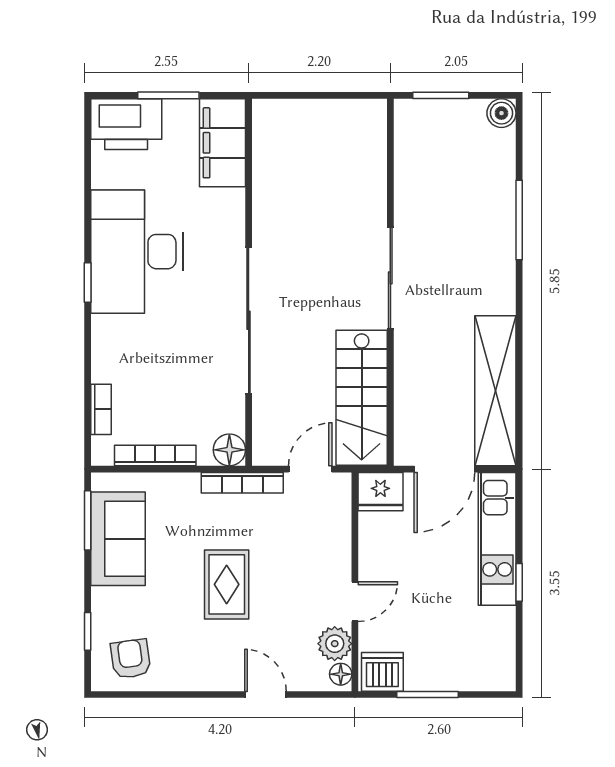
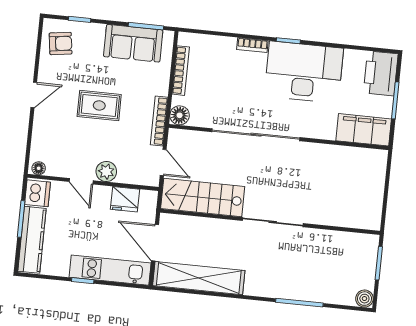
bookcase: (101, 409) -> (252, 45), moved
fridge: (380, 492) -> (125, 199), moved, turned -90
plant: (335, 644) -> (106, 172), moved
kitchen counter: (460, 673) -> (32, 240), added
door: (265, 695) -> (34, 95), moved

